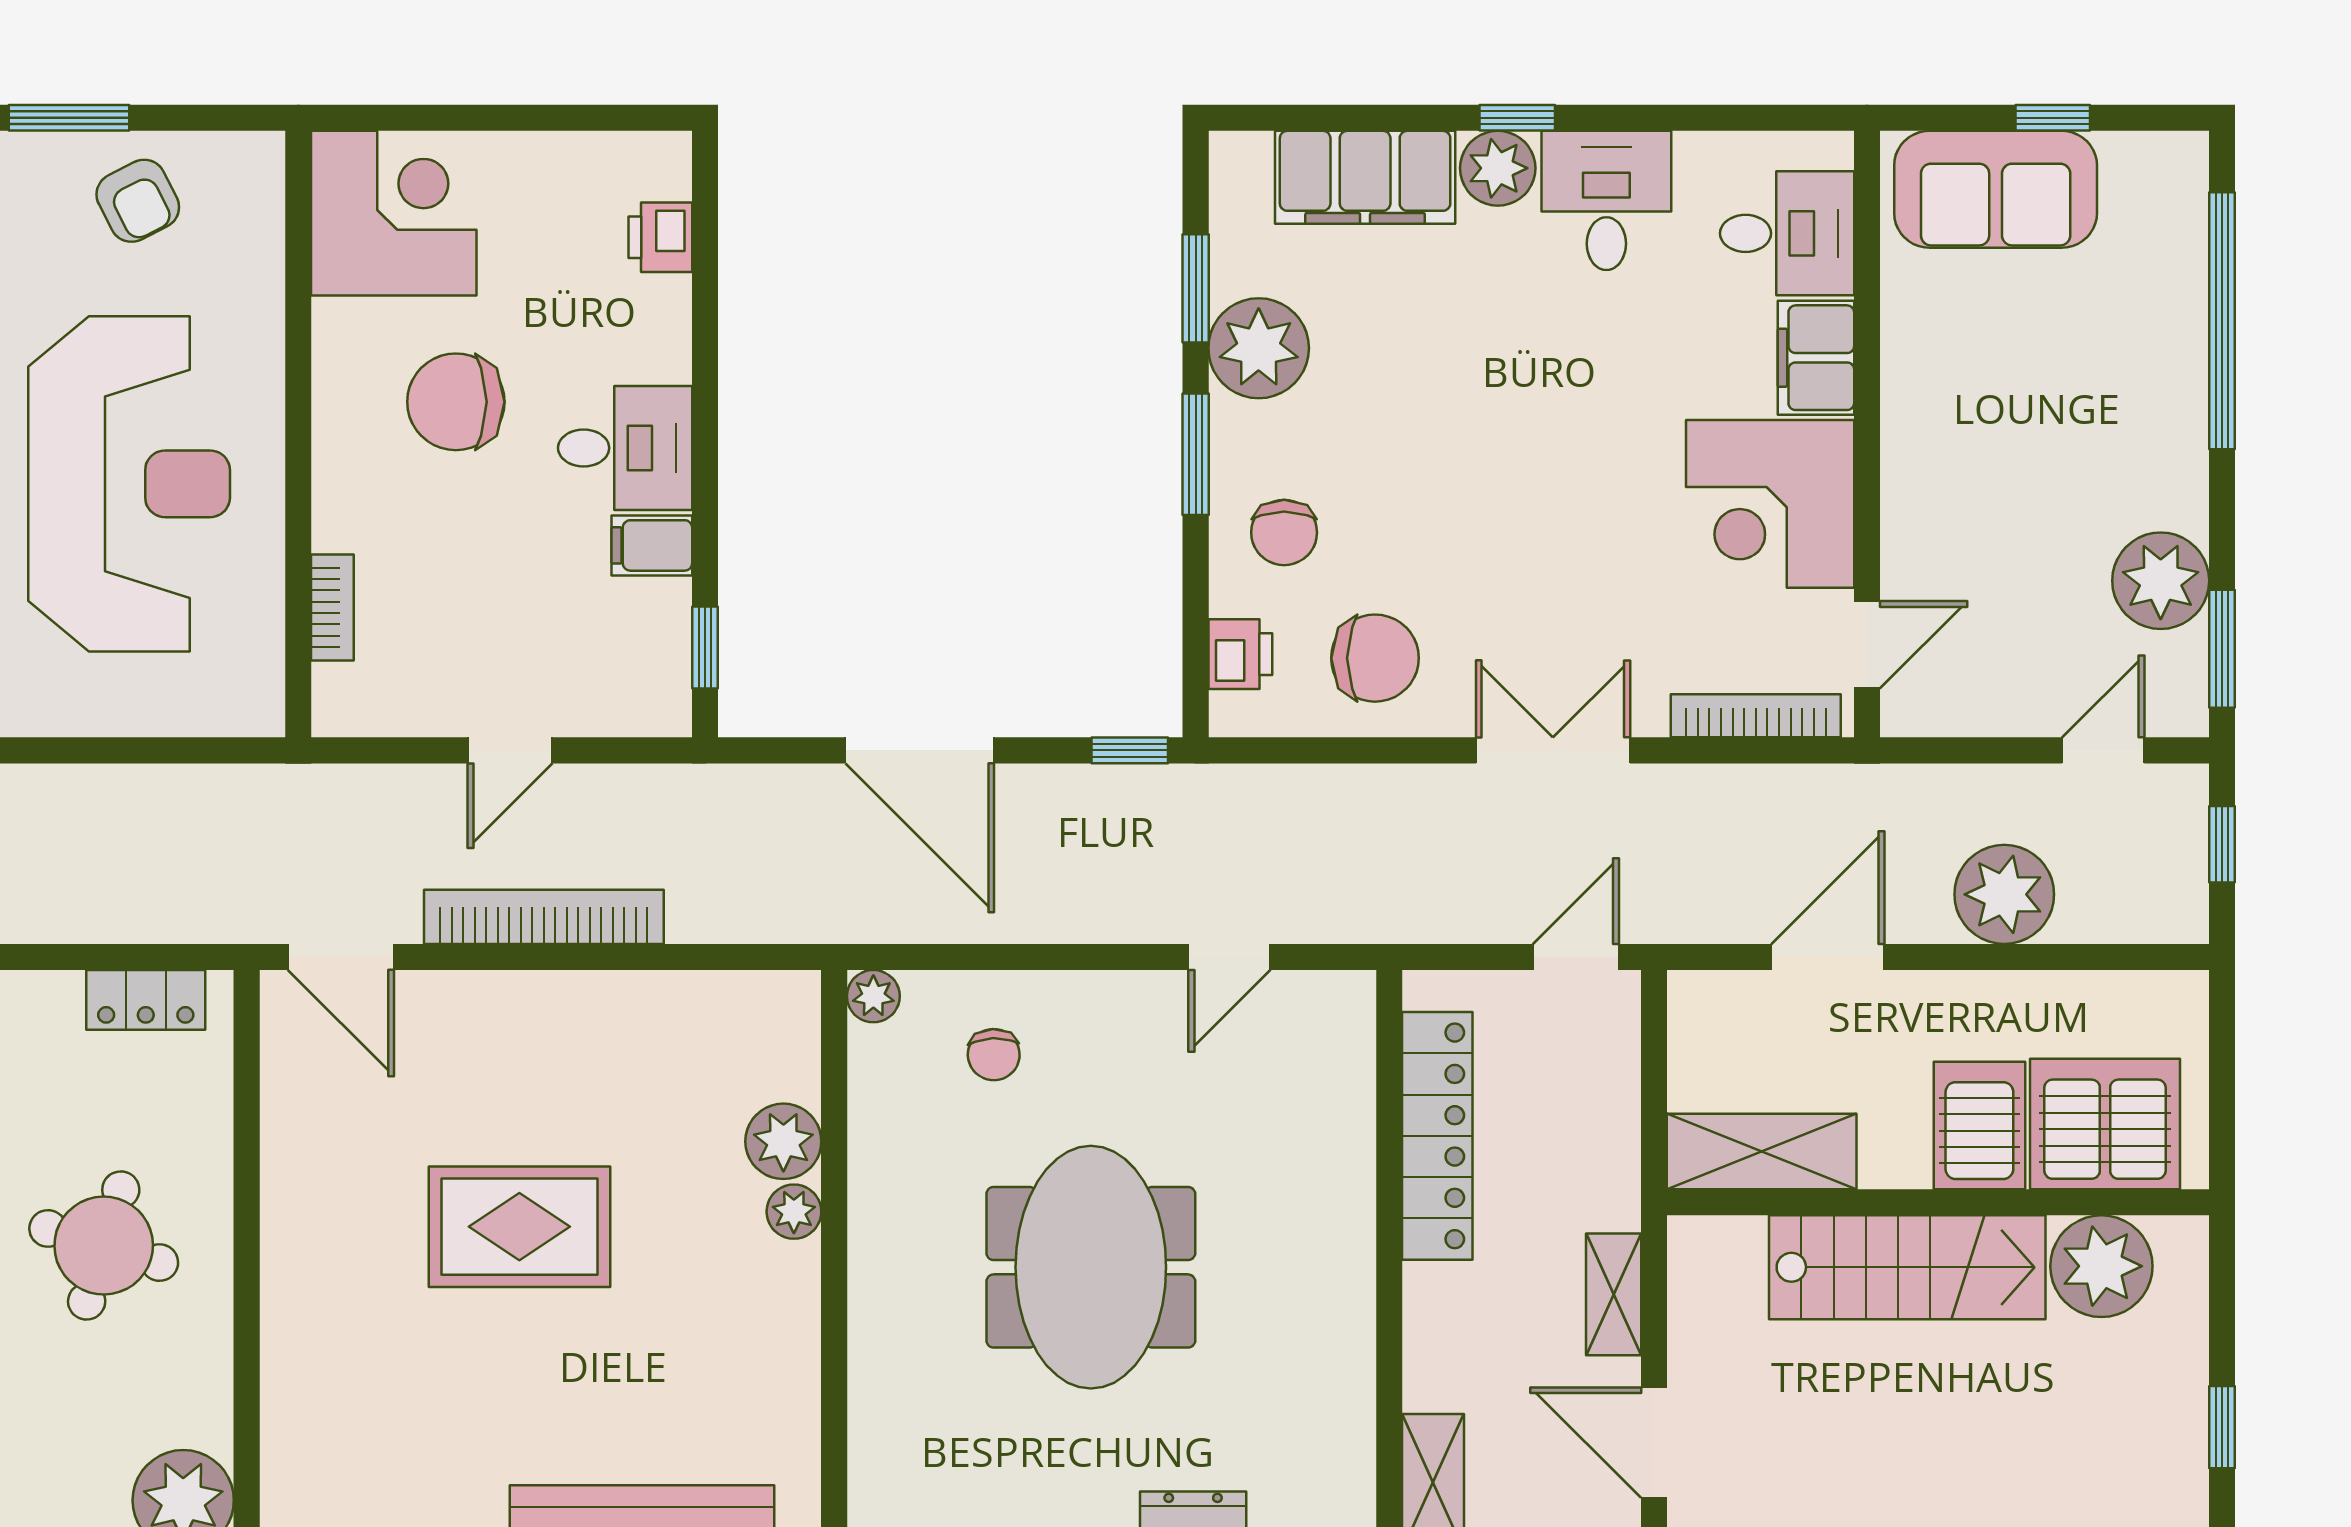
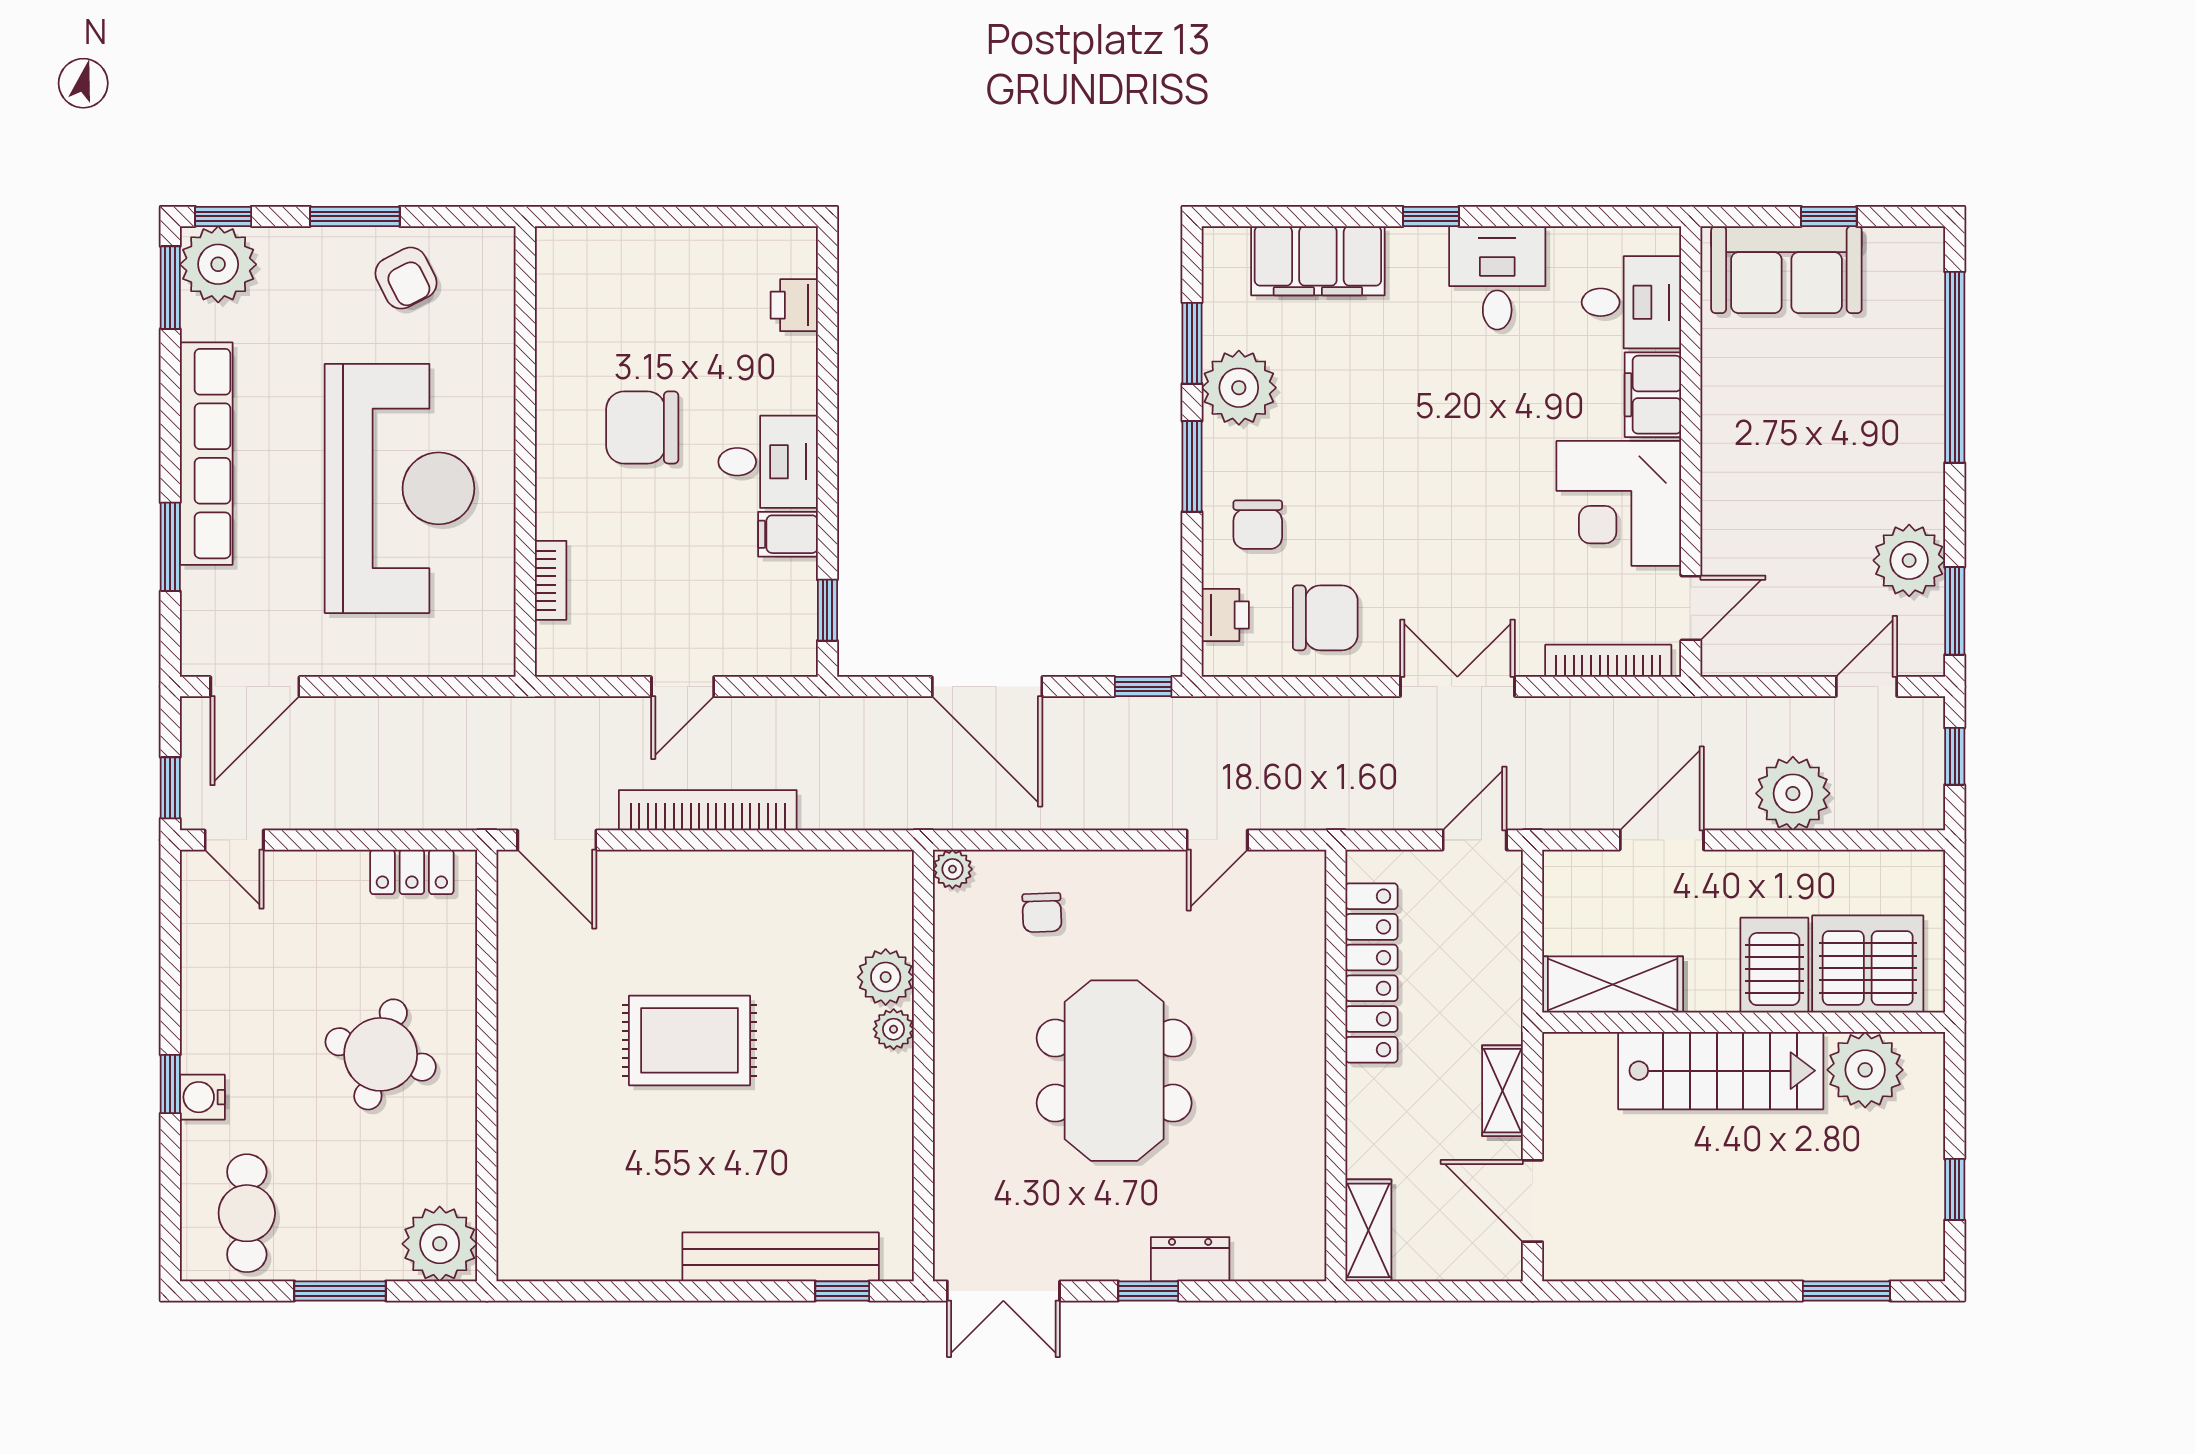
plant: (1498, 168) -> (1416, 254), removed
corner desk: (394, 213) -> (596, 287), removed

